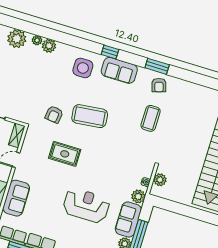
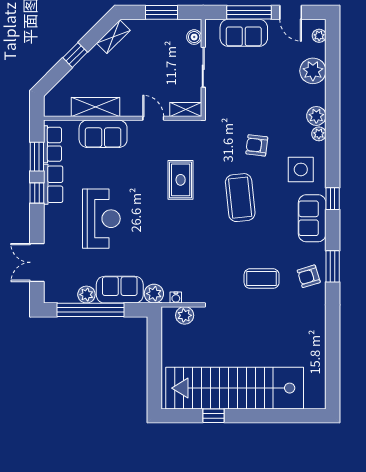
plant: (37, 40) -> (319, 134), moved
armchair: (54, 114) -> (257, 145), moved
reception desk: (86, 205) -> (101, 219), moved

